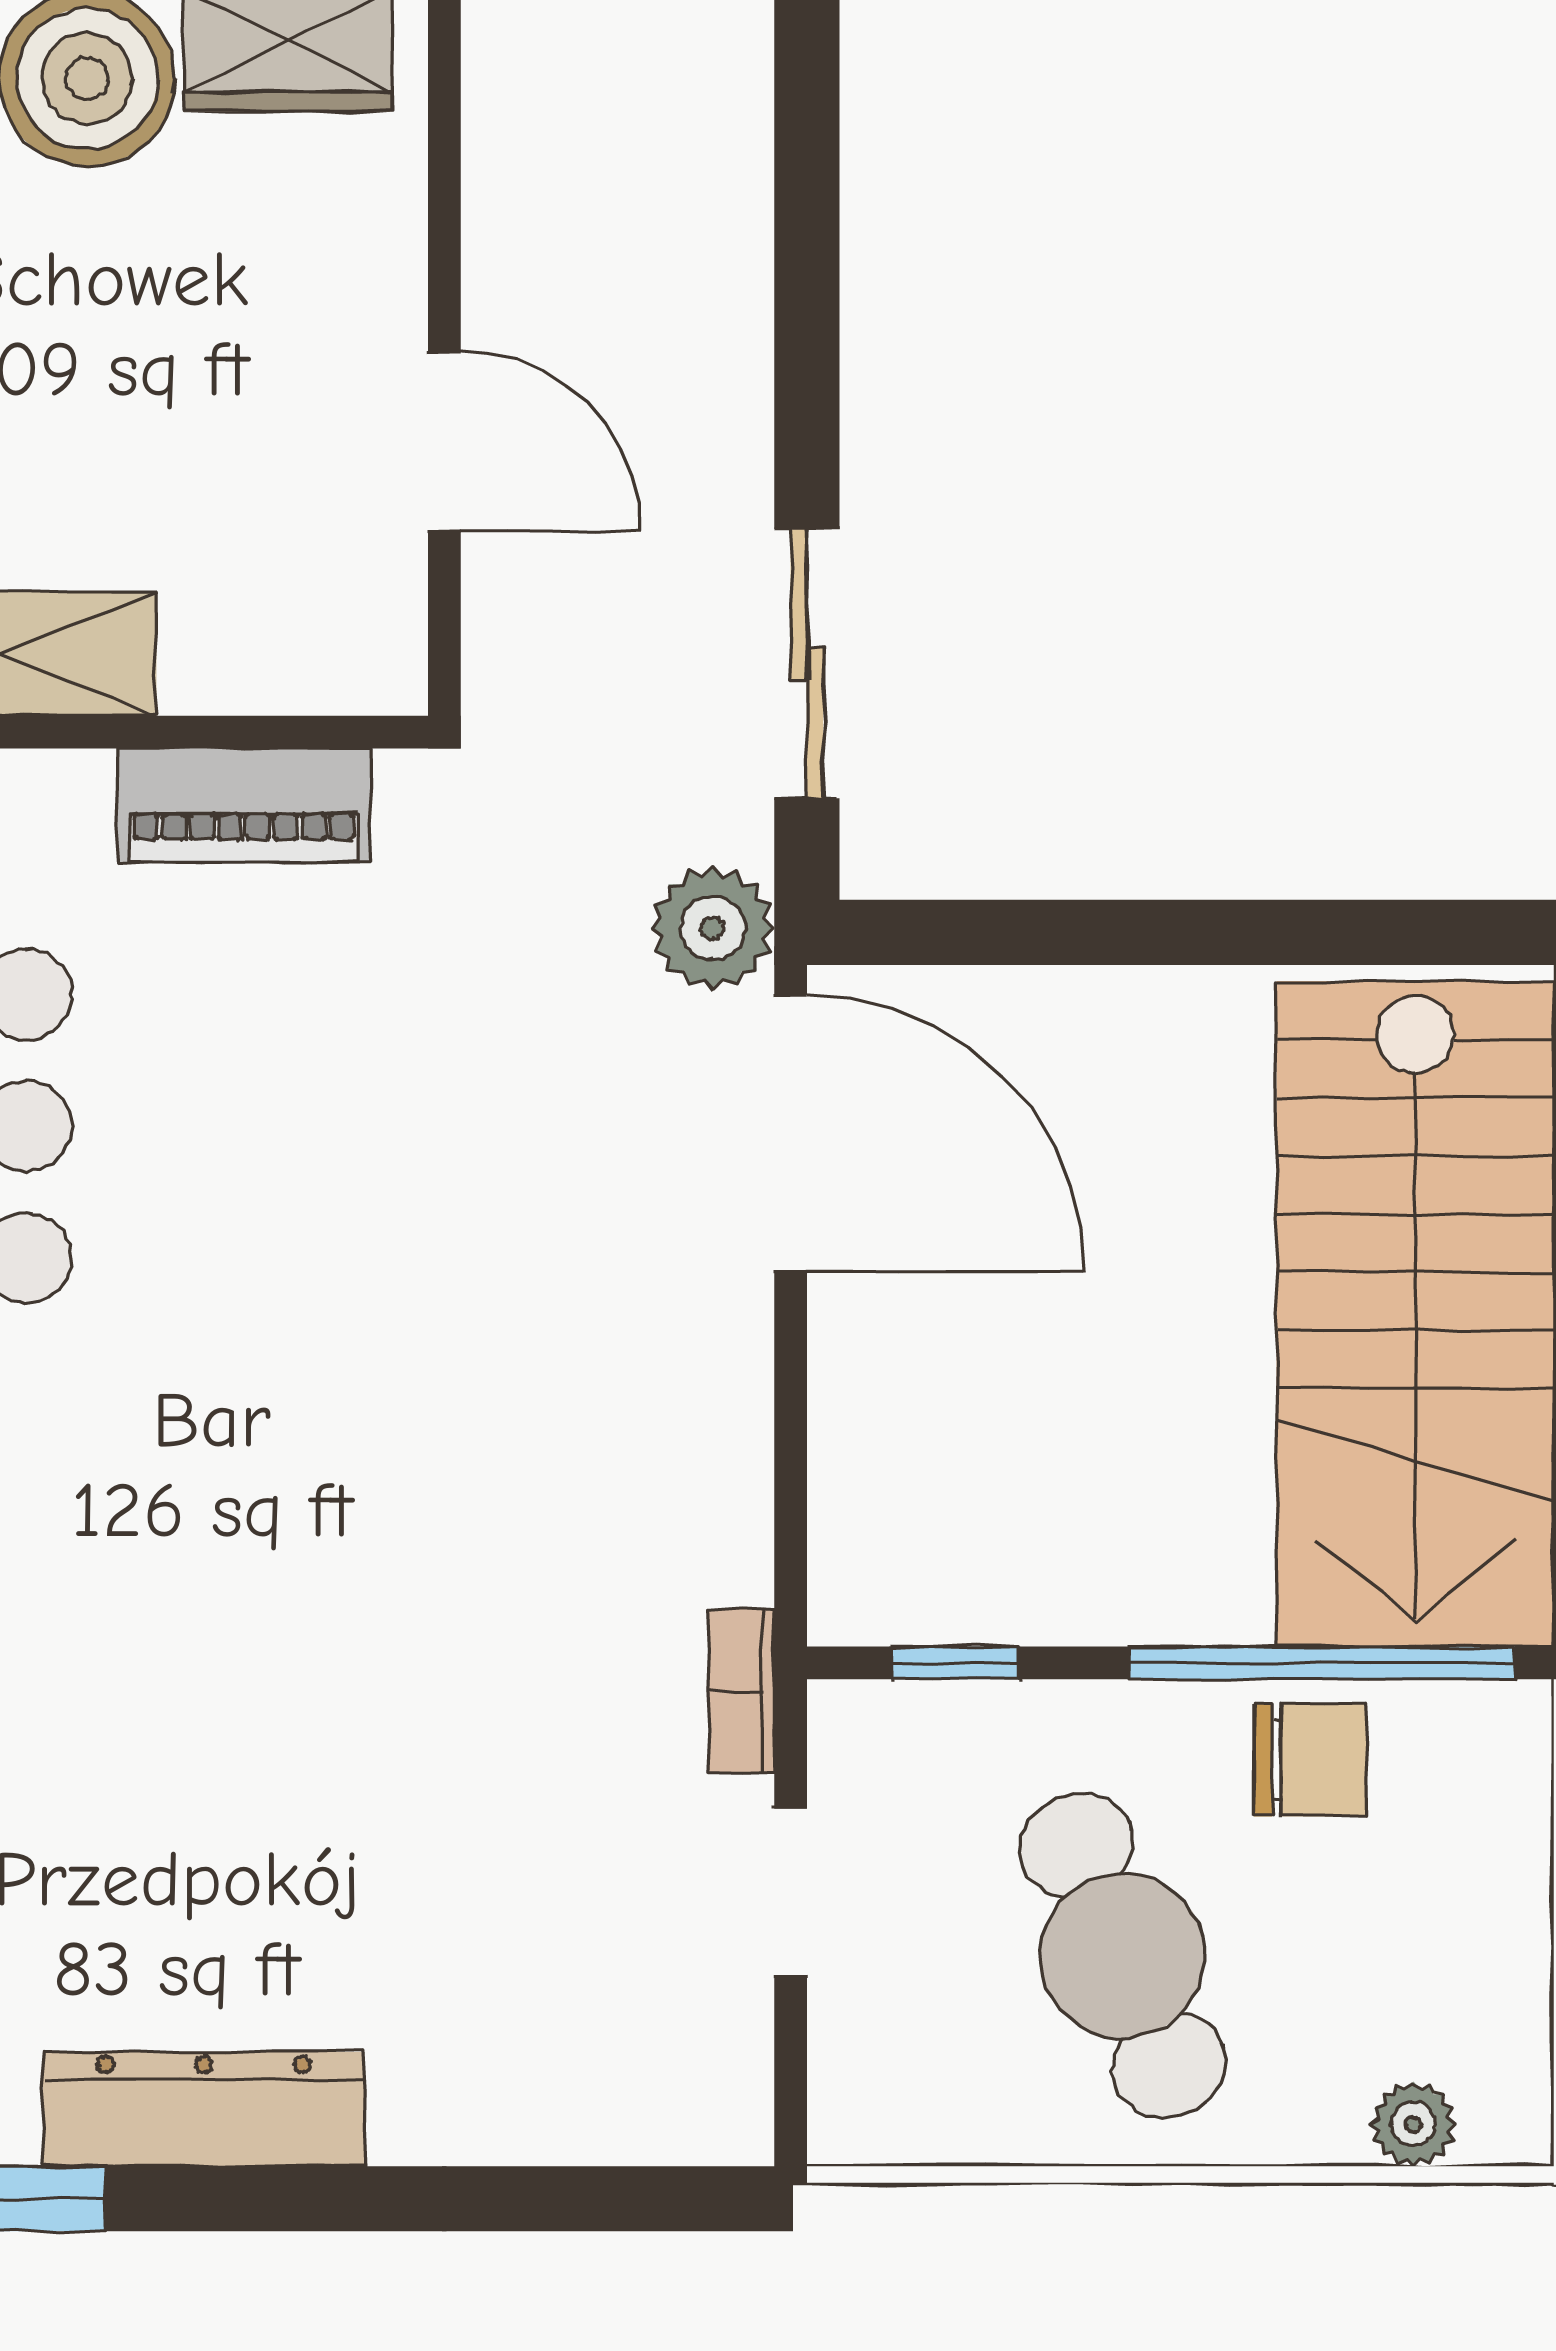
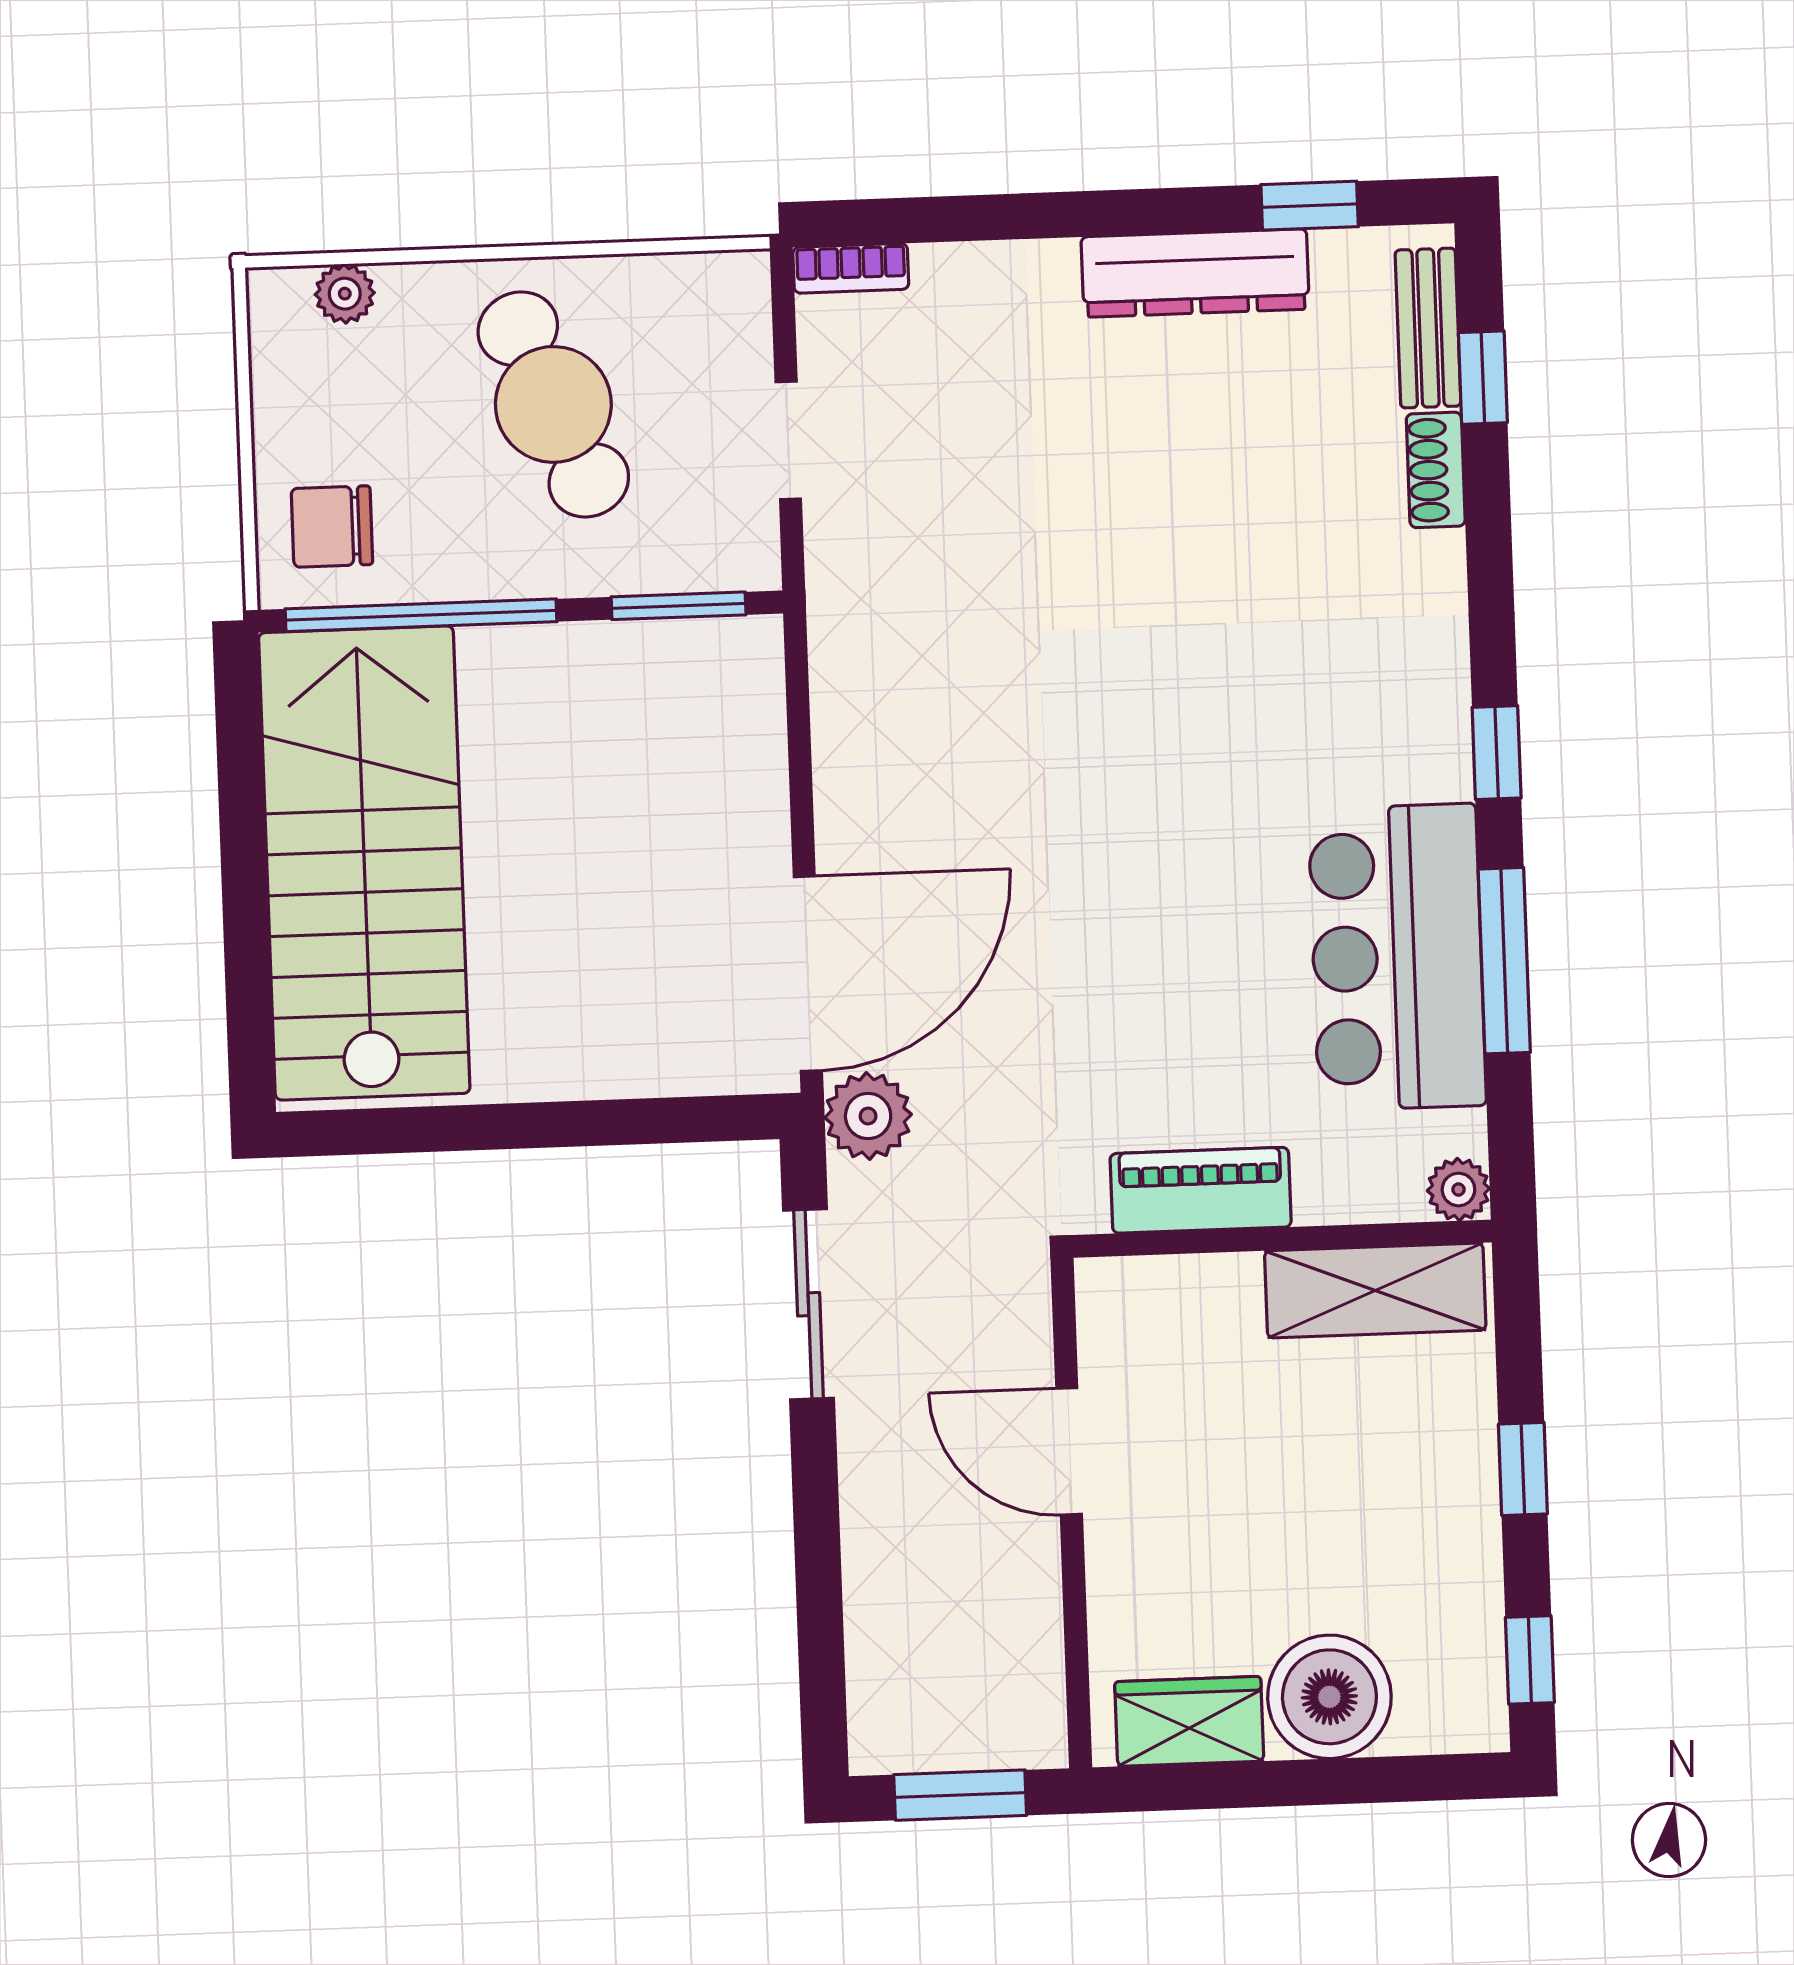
door: (791, 1133) -> (808, 974), swing flipped
window: (955, 1663) -> (679, 606), width x1.50
bookcase: (742, 1691) -> (851, 268), moved, turned 90
chair: (1310, 1760) -> (332, 527), moved

